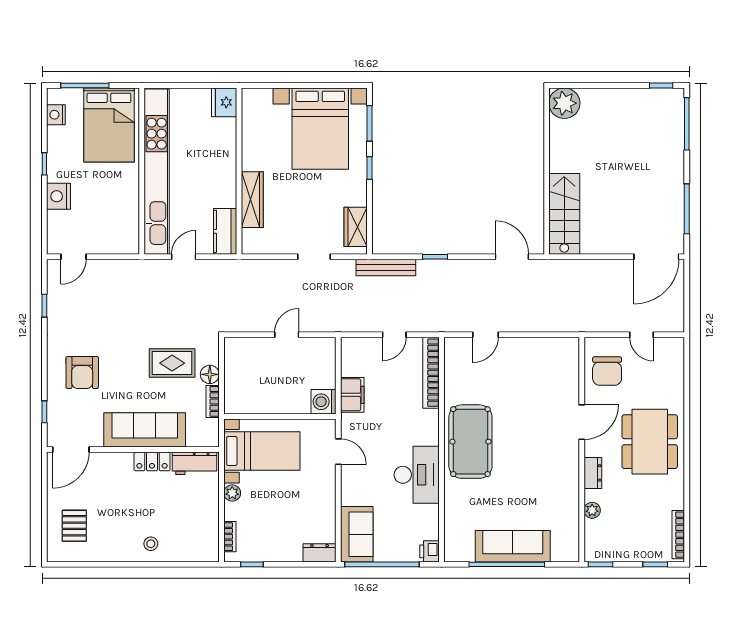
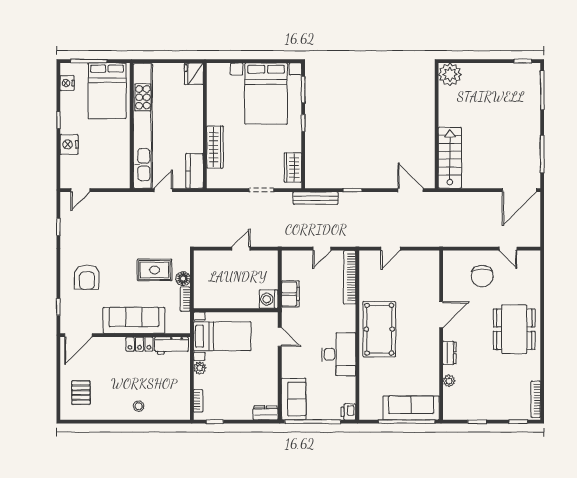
door: (582, 422) -> (441, 315), moved
wall: (582, 450) -> (441, 335), moved
dresser: (593, 473) -> (449, 353), moved
plant: (592, 510) -> (449, 381), moved

